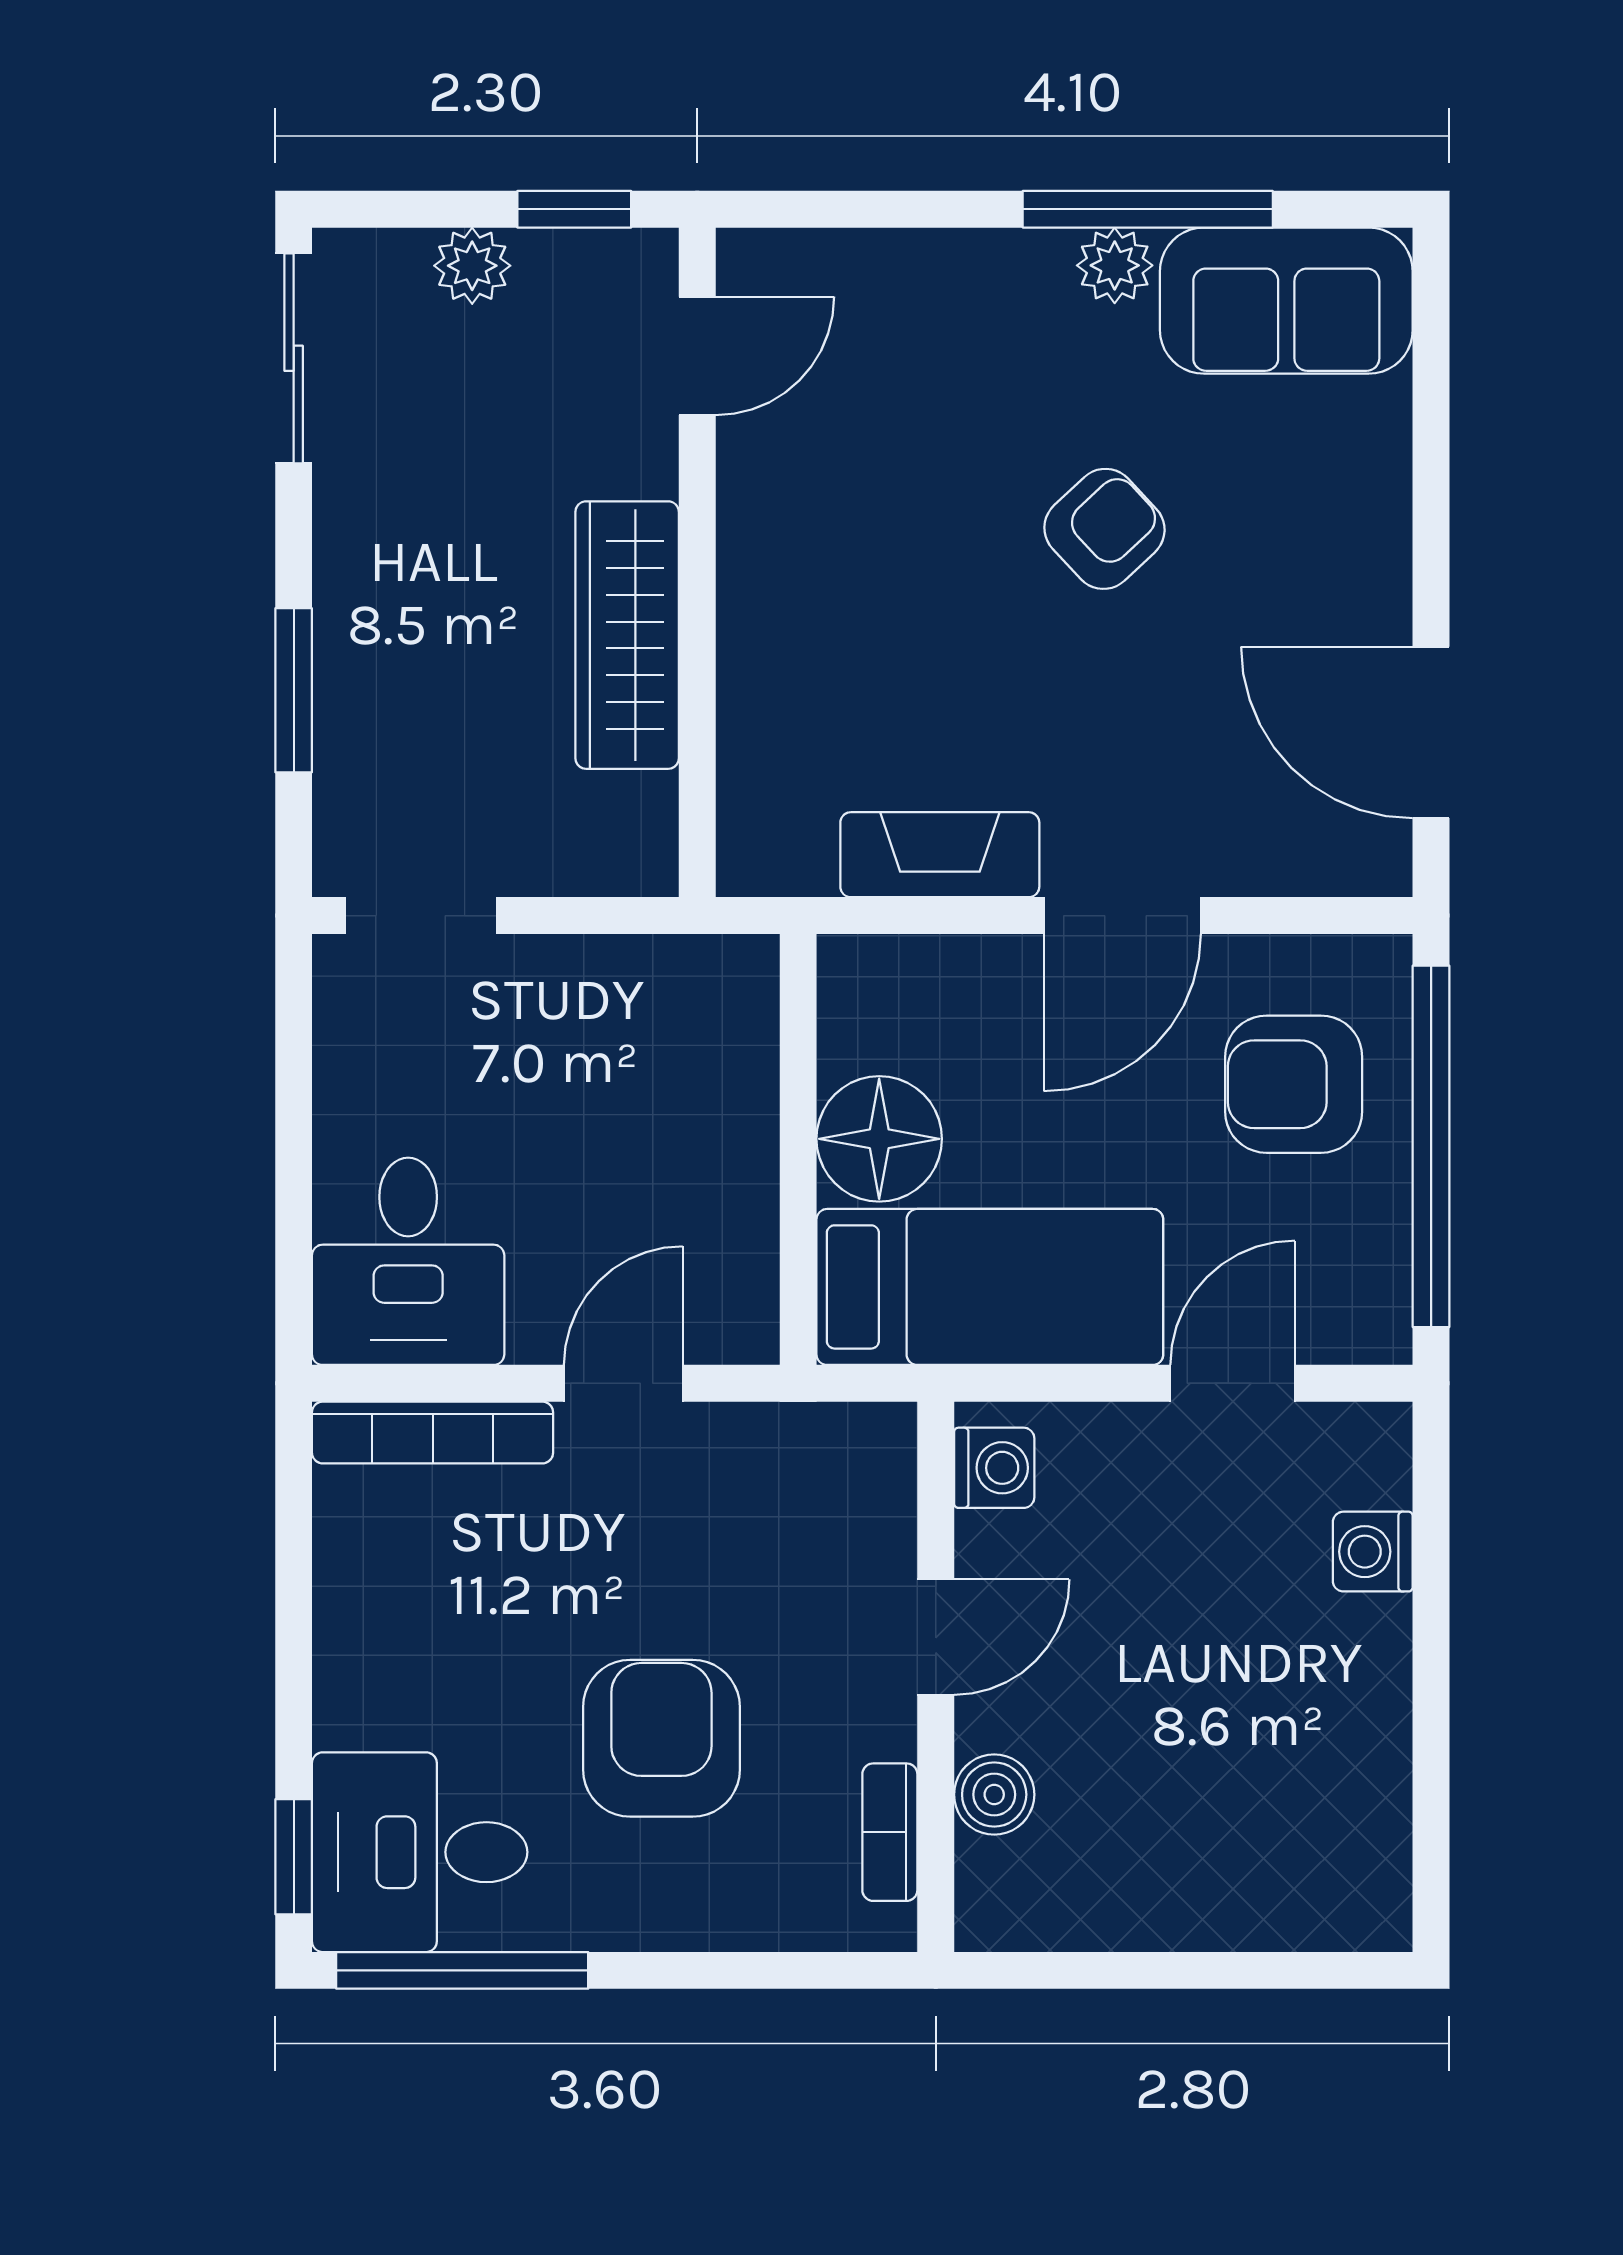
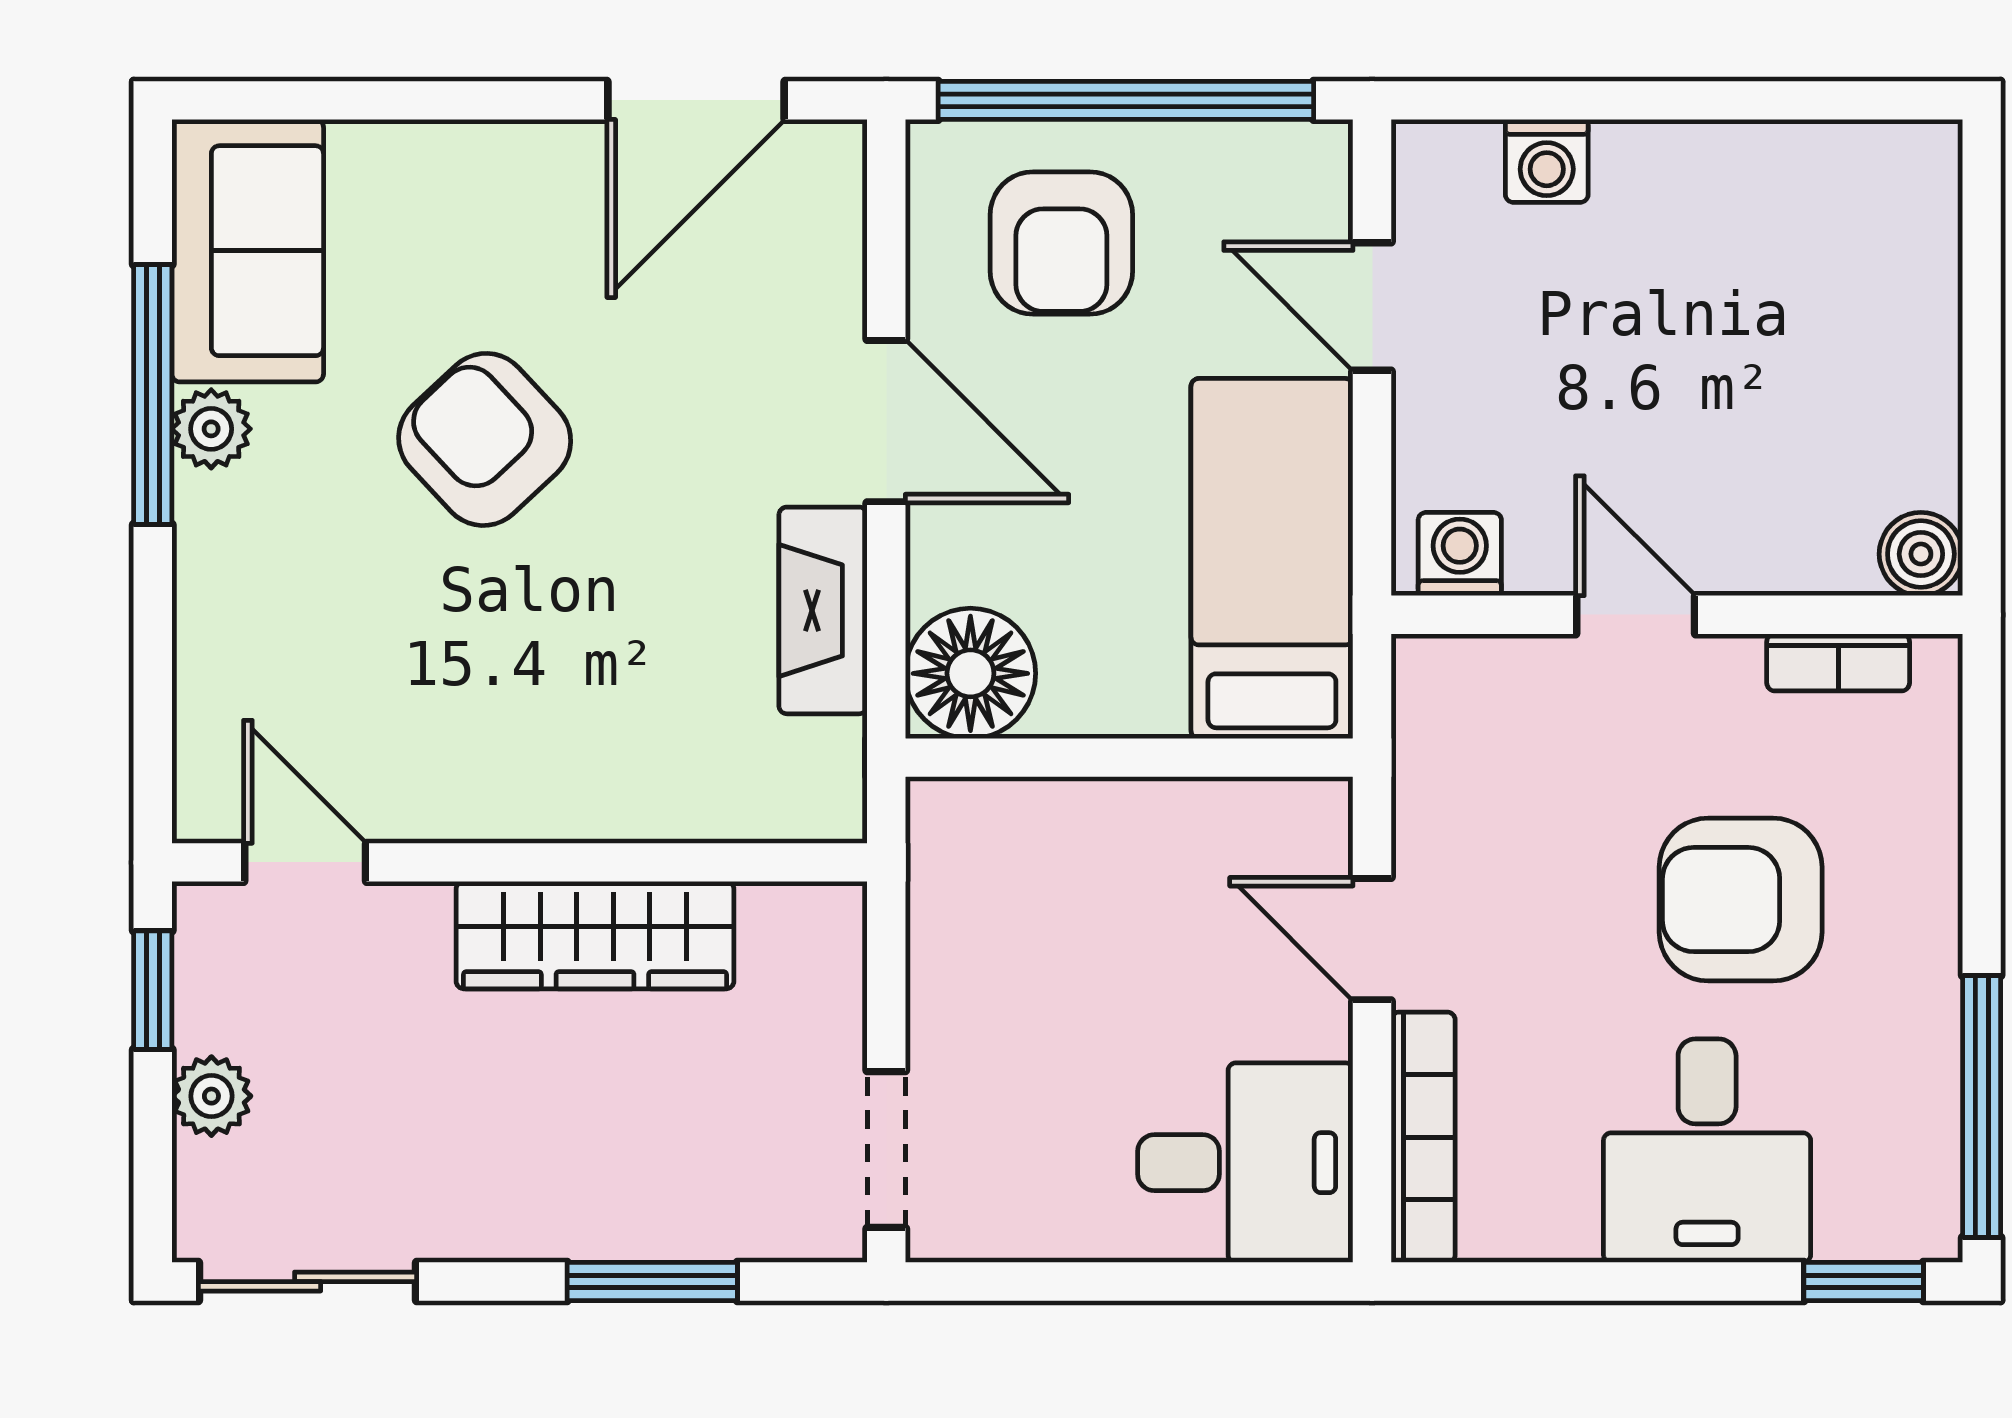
armchair: (1104, 529) -> (485, 439), width x1.38, depth x1.38
floor lamp: (879, 1139) -> (970, 673), moved
boiler: (994, 1795) -> (1921, 554), moved
desk: (420, 1852) -> (1707, 1151), moved

